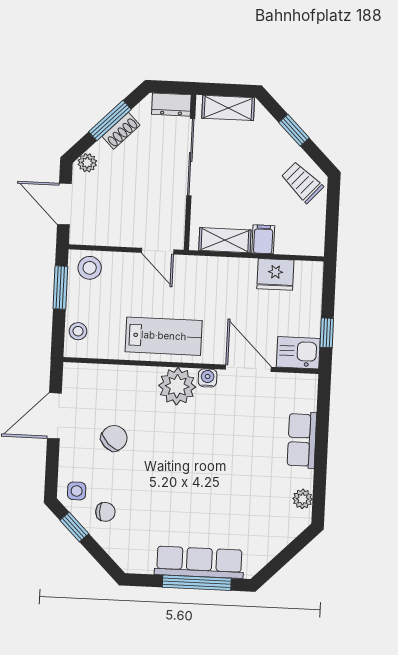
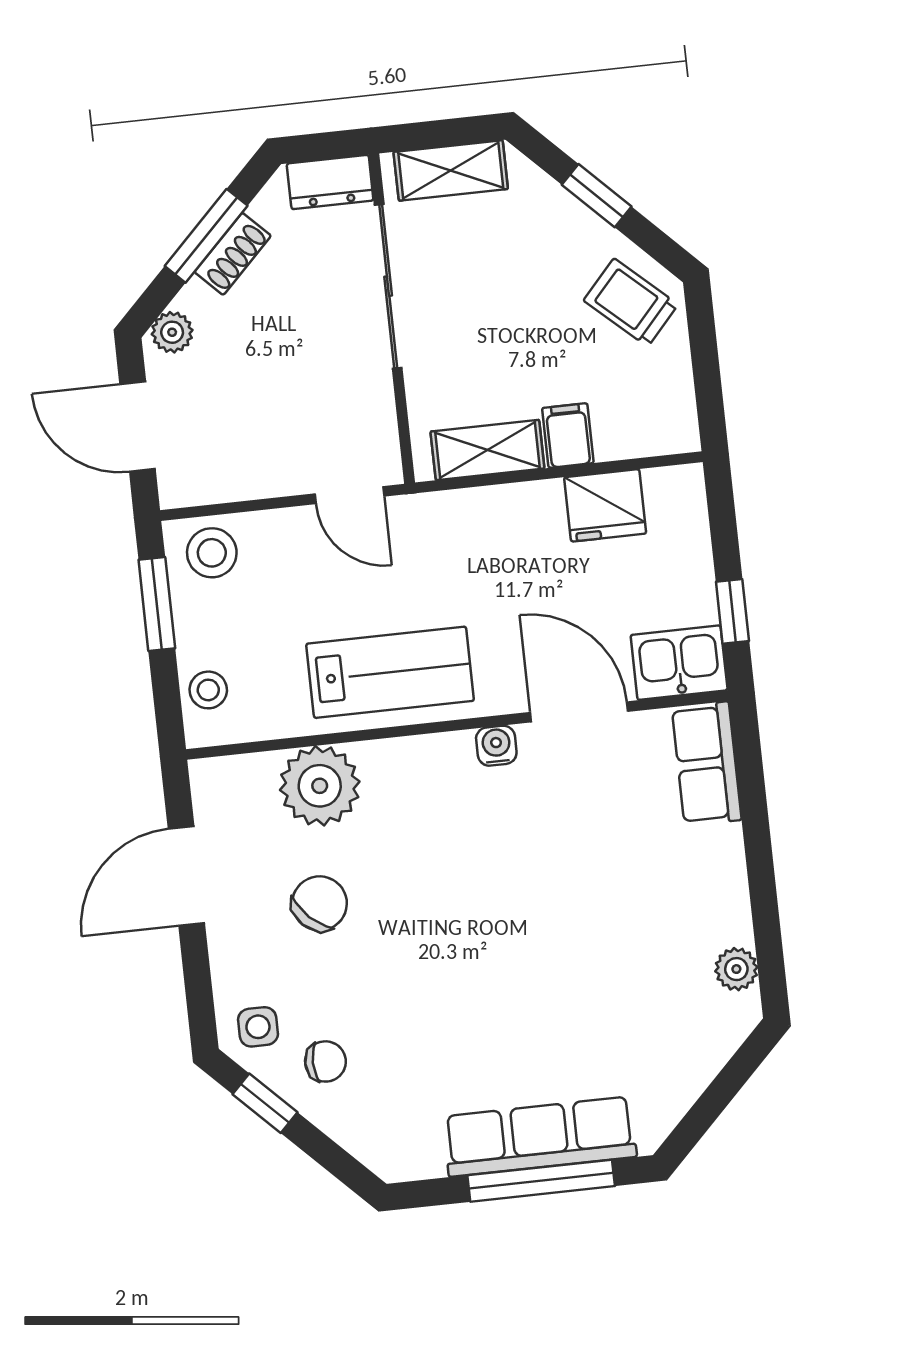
plant: (177, 386) -> (320, 786), moved
row of seats: (302, 440) -> (707, 764), moved

